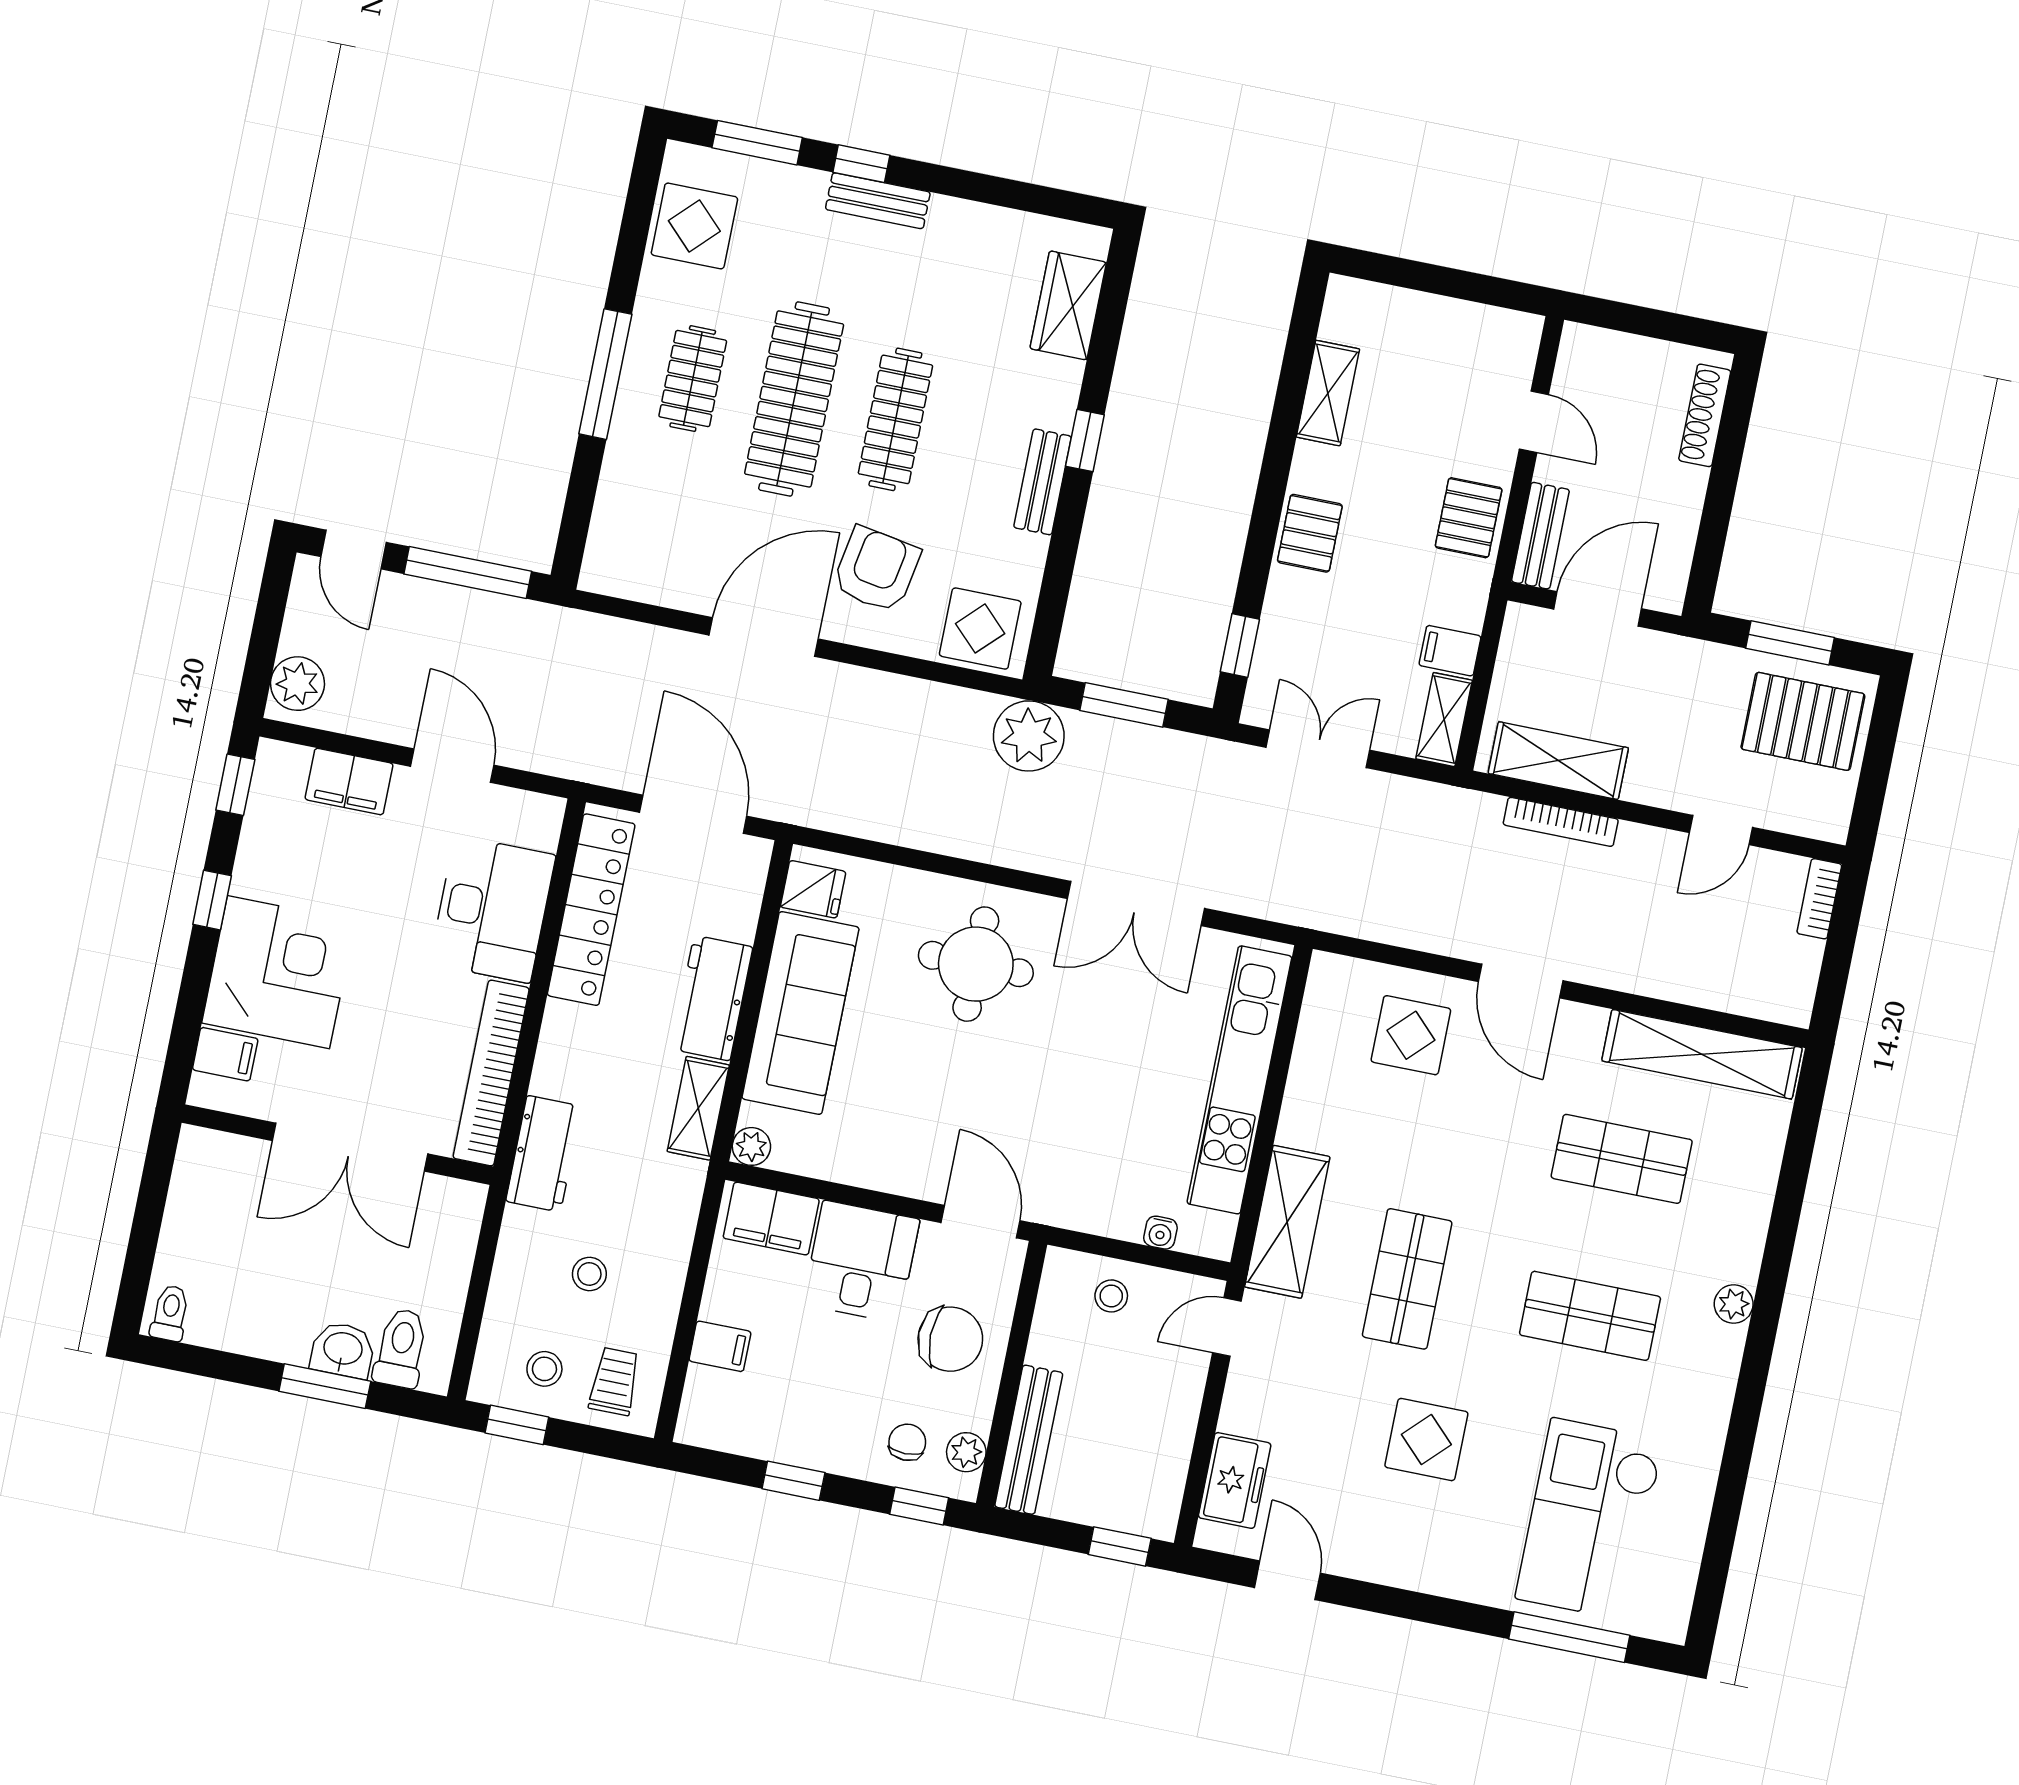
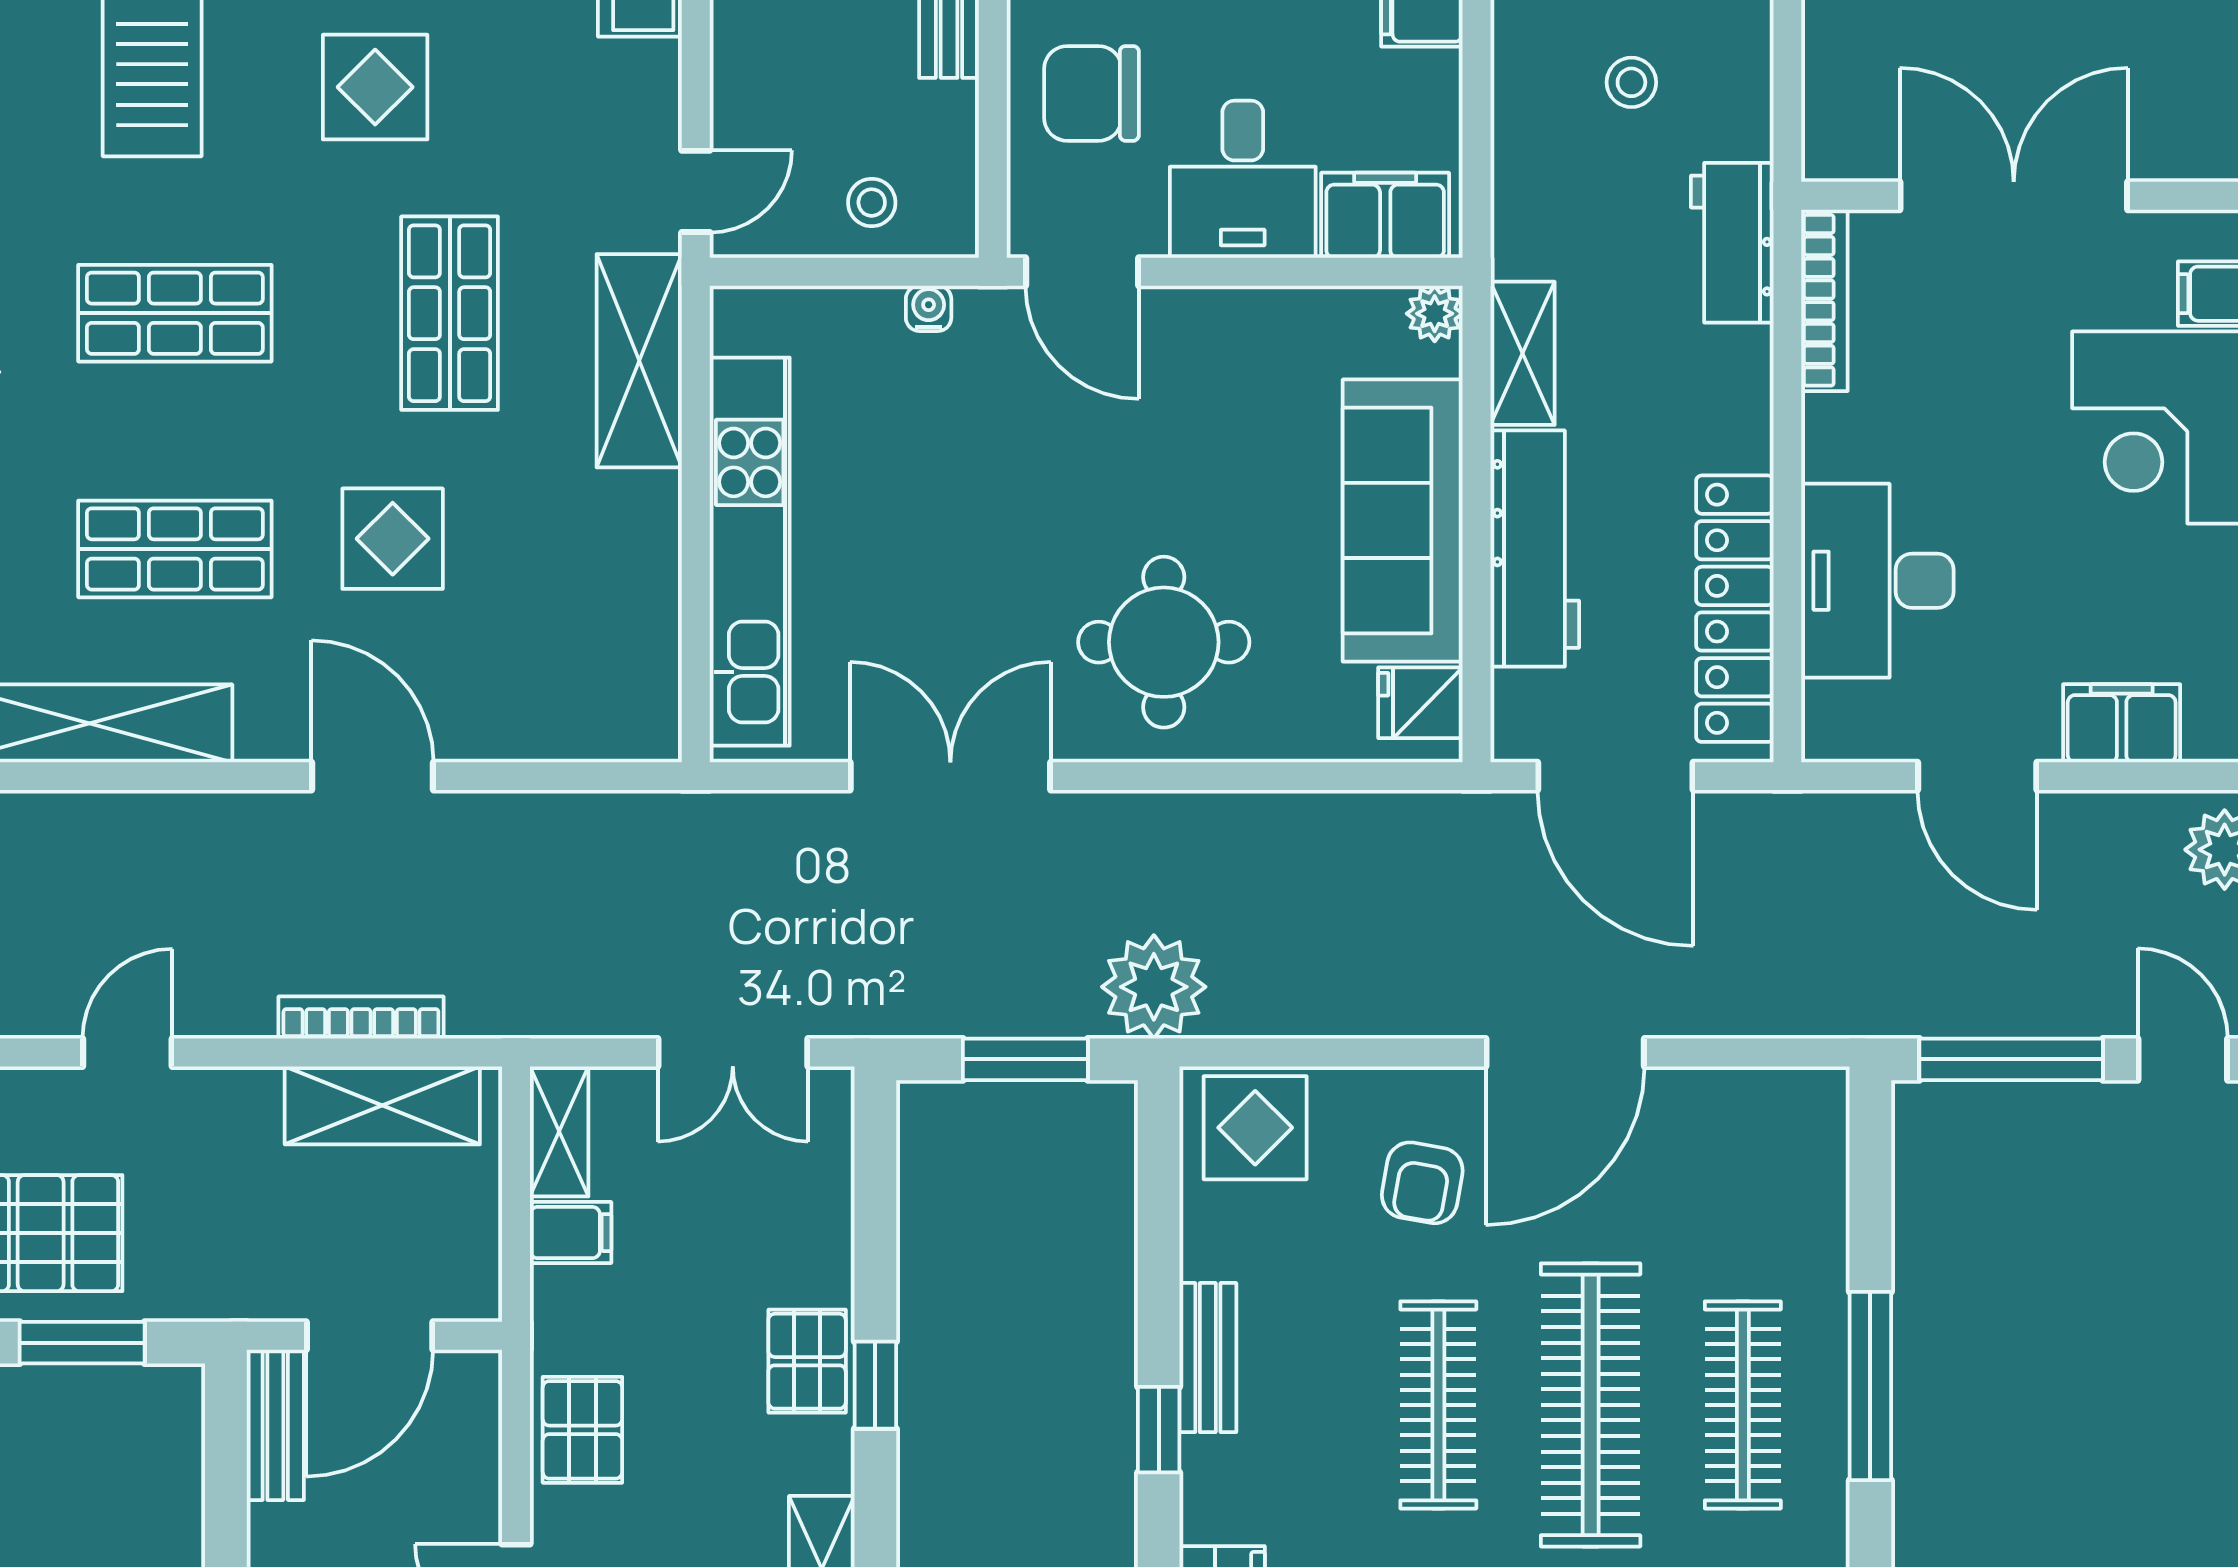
clothes rail: (693, 379) -> (1743, 1405), width x1.36
bench: (1540, 536) -> (275, 1425), moved
armchair: (876, 569) -> (1422, 1183), width x0.72, depth x0.72
window: (1240, 646) -> (875, 1385), moved
workbench: (712, 998) -> (1535, 549), width x1.38
display table: (1411, 1035) -> (393, 539), moved
bookcase: (491, 1073) -> (1824, 300), width x0.68, depth x0.76
water cooler: (1160, 1233) -> (929, 308), moved

